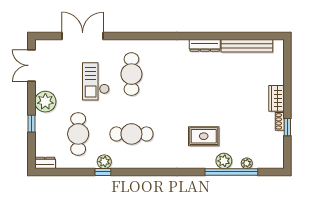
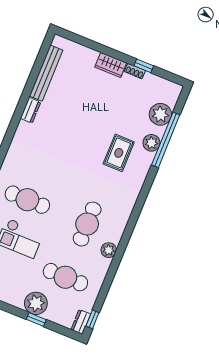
dresser: (205, 45) -> (30, 110), width x0.70
plant: (45, 102) -> (36, 303), moved
plant: (104, 162) -> (109, 250), moved
plant: (247, 163) -> (160, 114), width x1.87, depth x1.87
window: (103, 172) -> (92, 319), moved

